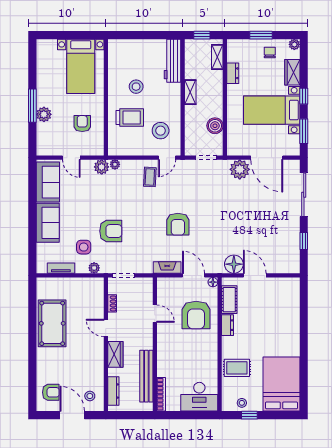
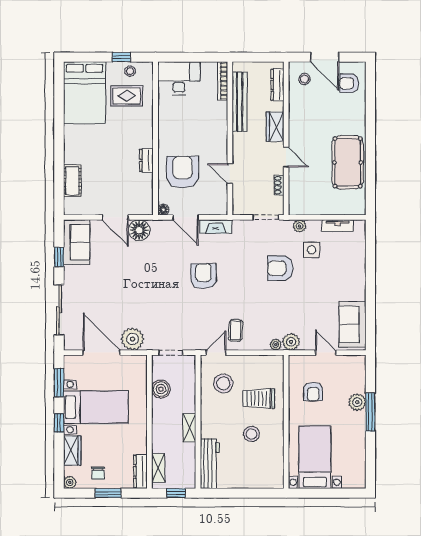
dresser: (233, 73) -> (140, 471), moved, width x1.44
sofa: (48, 223) -> (77, 242), moved, turned 180
cot: (229, 300) -> (72, 181), moved
rug: (237, 368) -> (127, 96), moved

